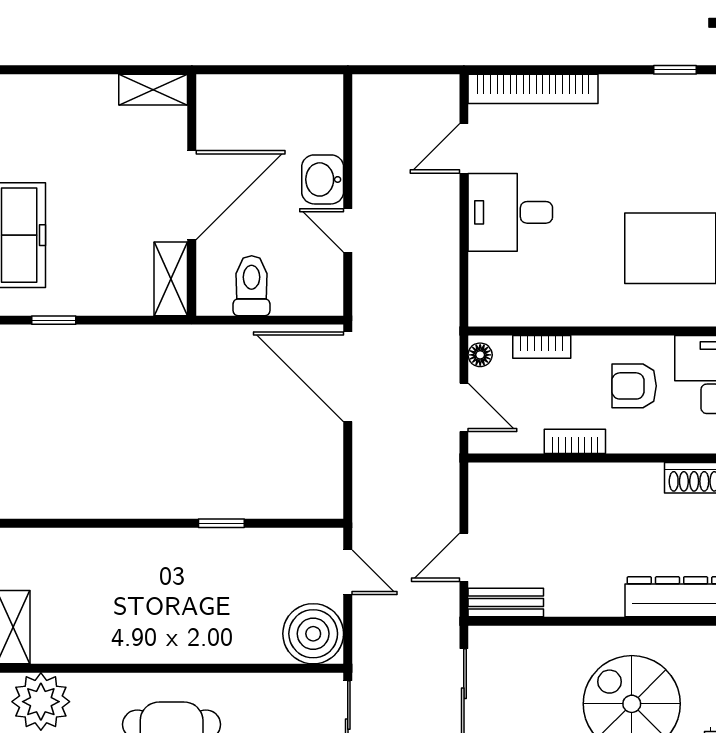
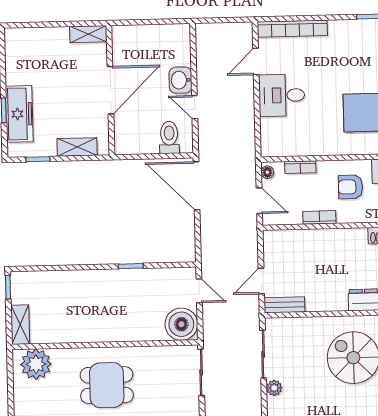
shelving: (171, 279) -> (77, 147), moved, turned 90
toilet: (252, 286) -> (169, 137), moved

